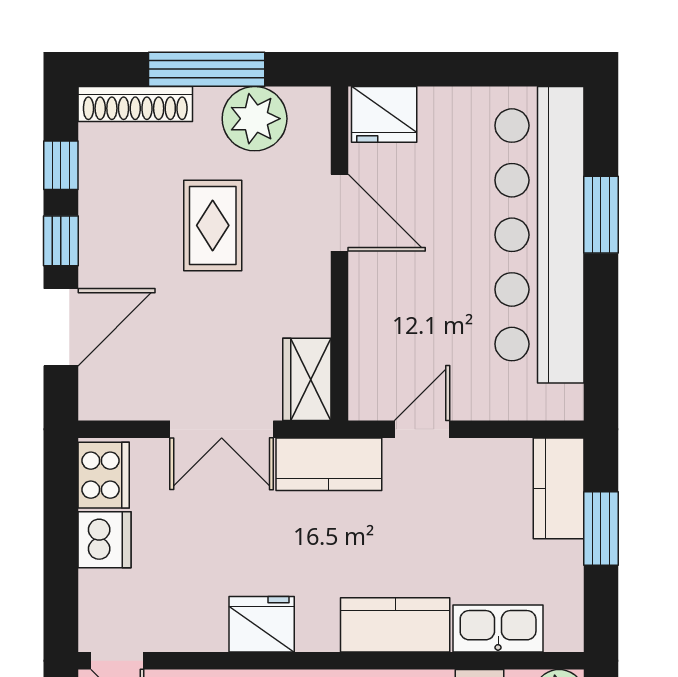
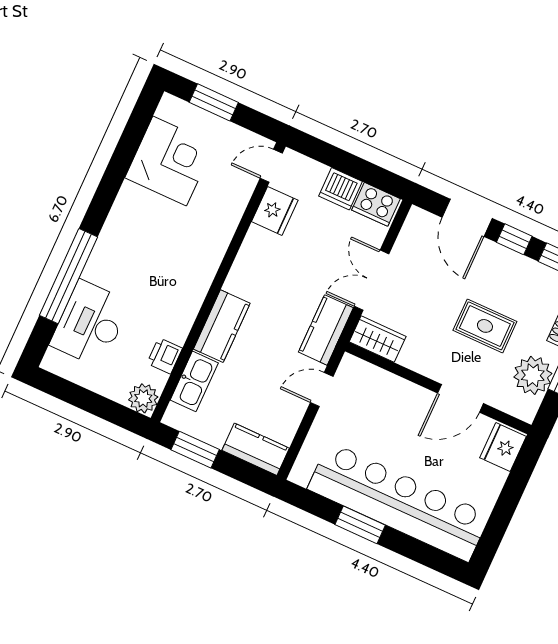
window: (601, 215) -> (360, 525), moved
door: (422, 429) -> (322, 389), swing flipped
window: (601, 528) -> (195, 450), moved
fridge: (262, 624) -> (275, 211), moved

